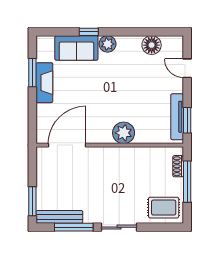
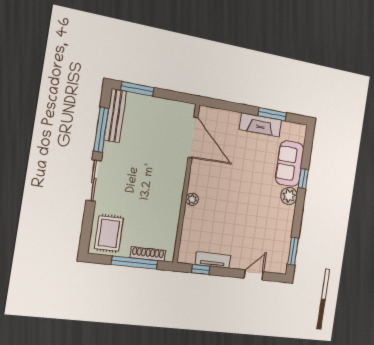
window: (160, 32) -> (293, 251), added
floor lamp: (152, 45) -> (282, 241), removed
tv unit: (177, 117) -> (213, 260), width x0.71
window: (187, 120) -> (201, 269), width x0.67
plant: (124, 133) -> (192, 199), width x0.53, depth x0.53
shoe rack: (178, 166) -> (148, 254), width x1.43

